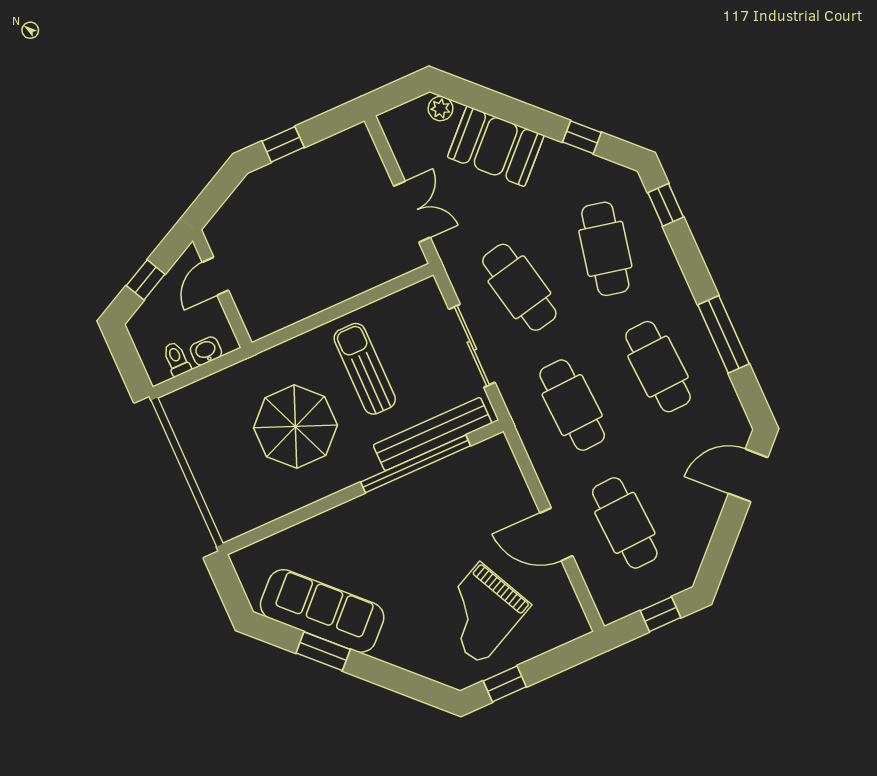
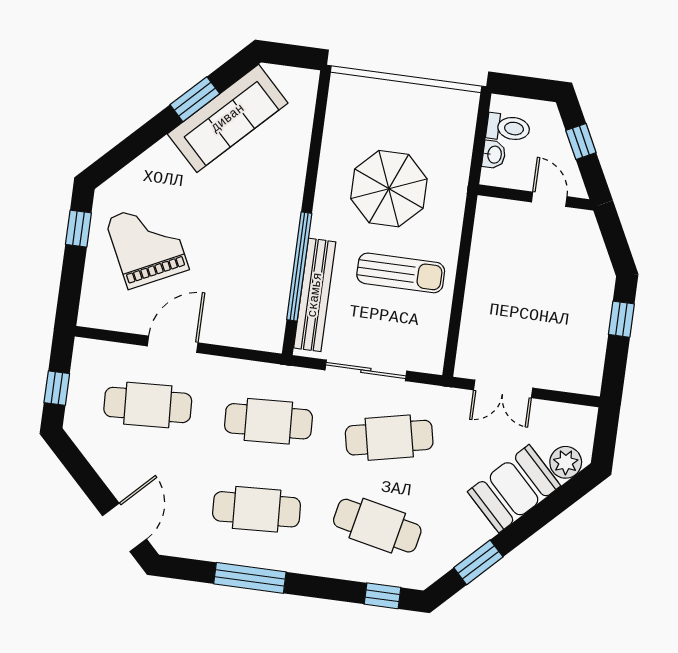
plant: (440, 109) -> (566, 462), width x1.38, depth x1.38
window: (582, 137) -> (478, 562), width x1.50
toilet: (176, 359) -> (508, 128), width x1.37, depth x1.39

